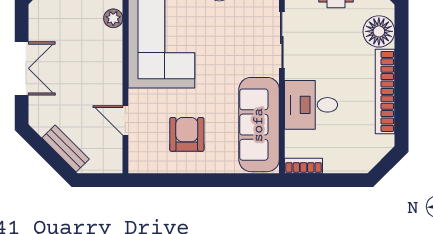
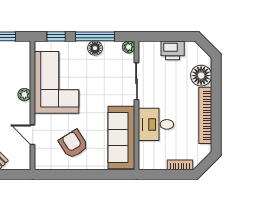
plant: (113, 18) -> (24, 95), moved
armchair: (187, 134) -> (73, 144), turned -32
bookcase: (304, 166) -> (180, 165), moved

